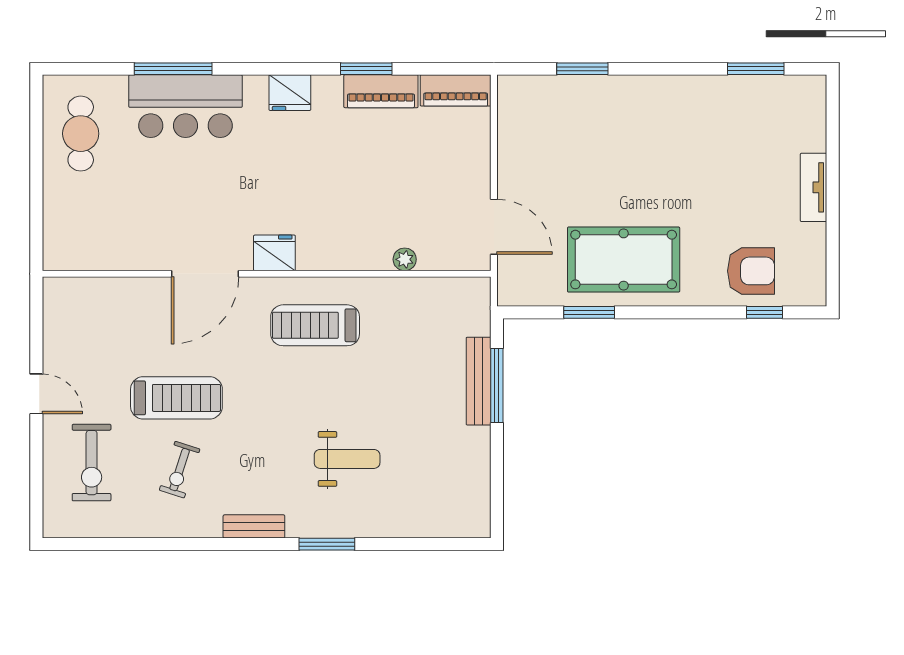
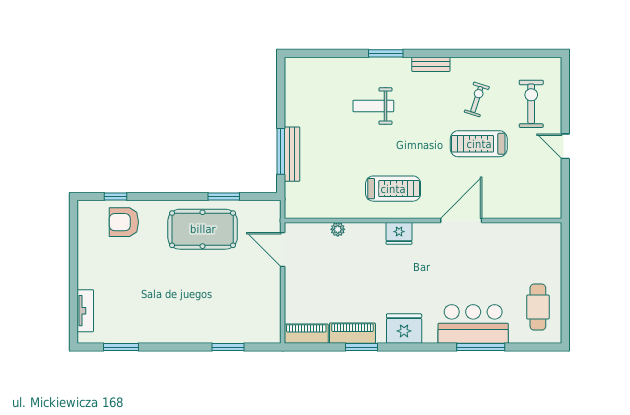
fridge: (290, 93) -> (404, 329), width x1.36, depth x1.34
tv unit: (814, 187) -> (85, 311), moved
fridge: (274, 253) -> (399, 233), moved

